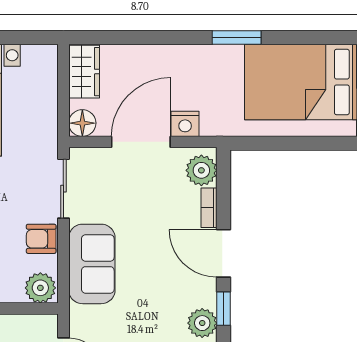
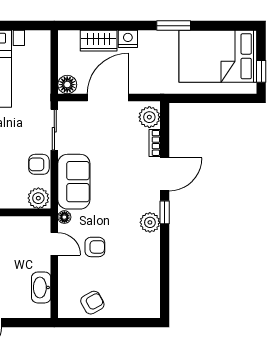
wardrobe: (84, 72) -> (99, 41), moved, turned 90
nightstand: (185, 124) -> (128, 39), moved, turned 180
door: (223, 253) -> (165, 174), swing flipped
floor lamp: (78, 315) -> (64, 217), added

